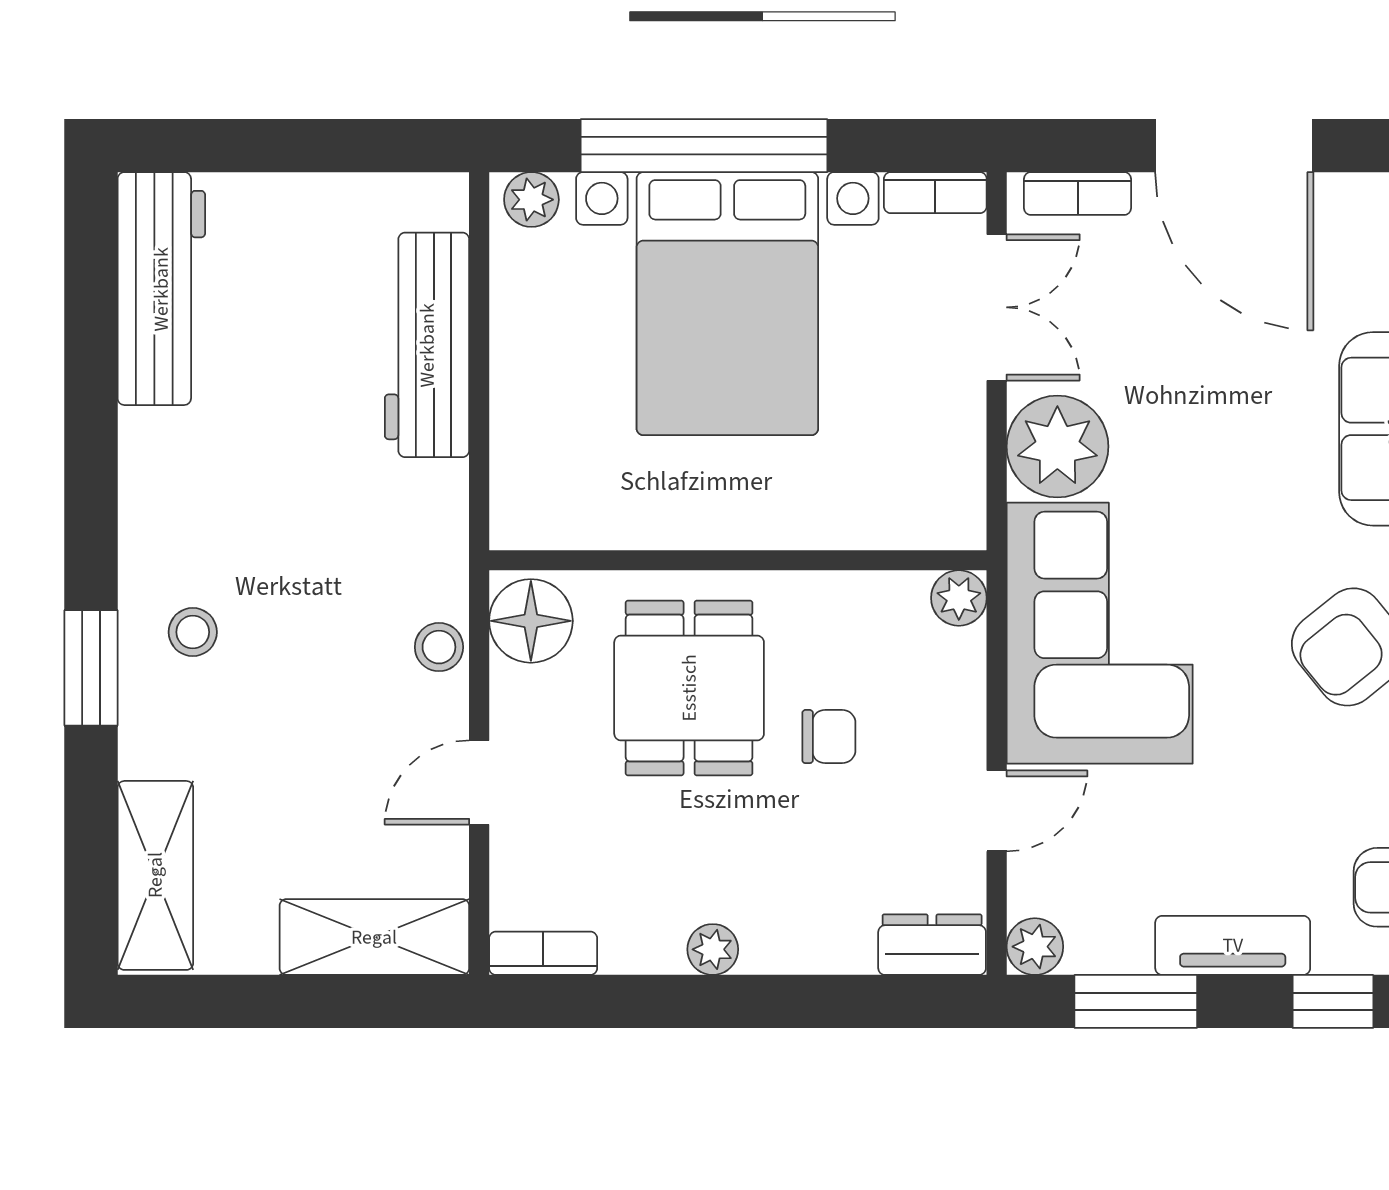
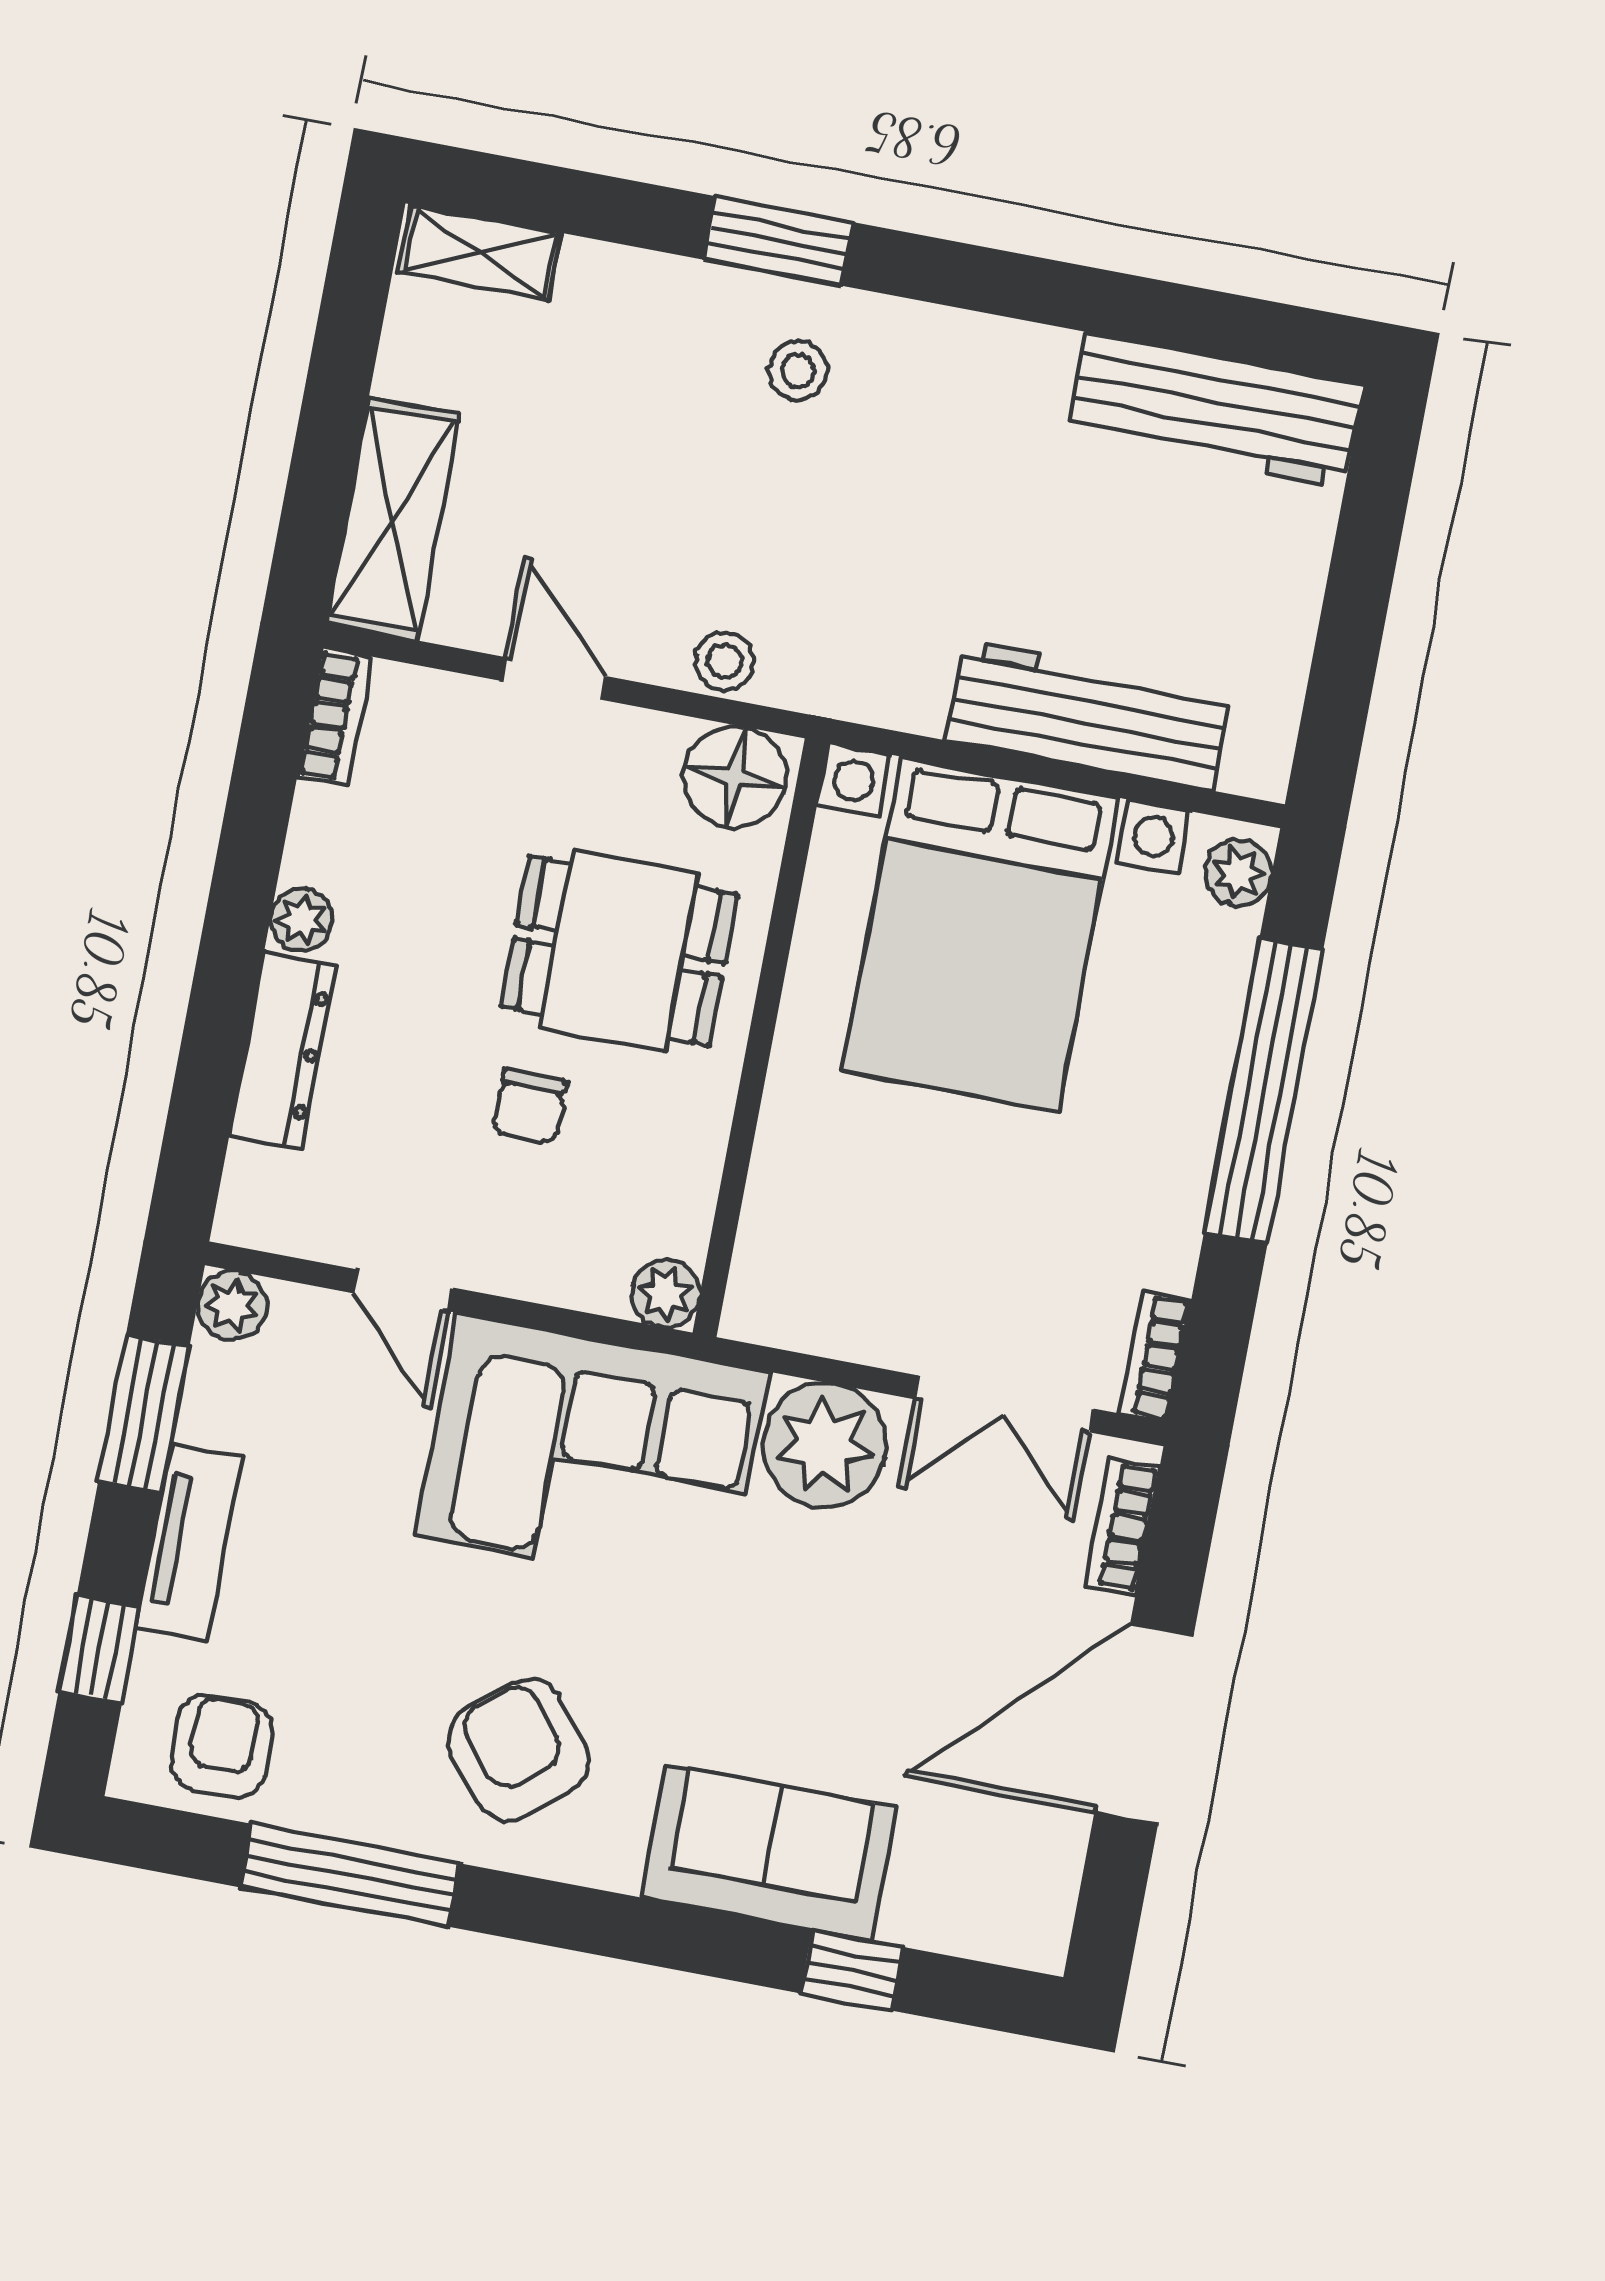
bed with nightstands: (727, 304) -> (980, 934), moved, turned -90
shelving: (155, 875) -> (480, 252), width x0.67, depth x0.75
dresser: (932, 945) -> (283, 1050), moved, width x1.44

